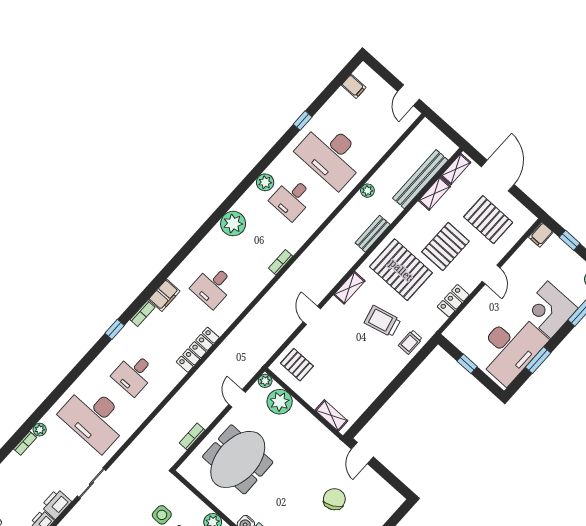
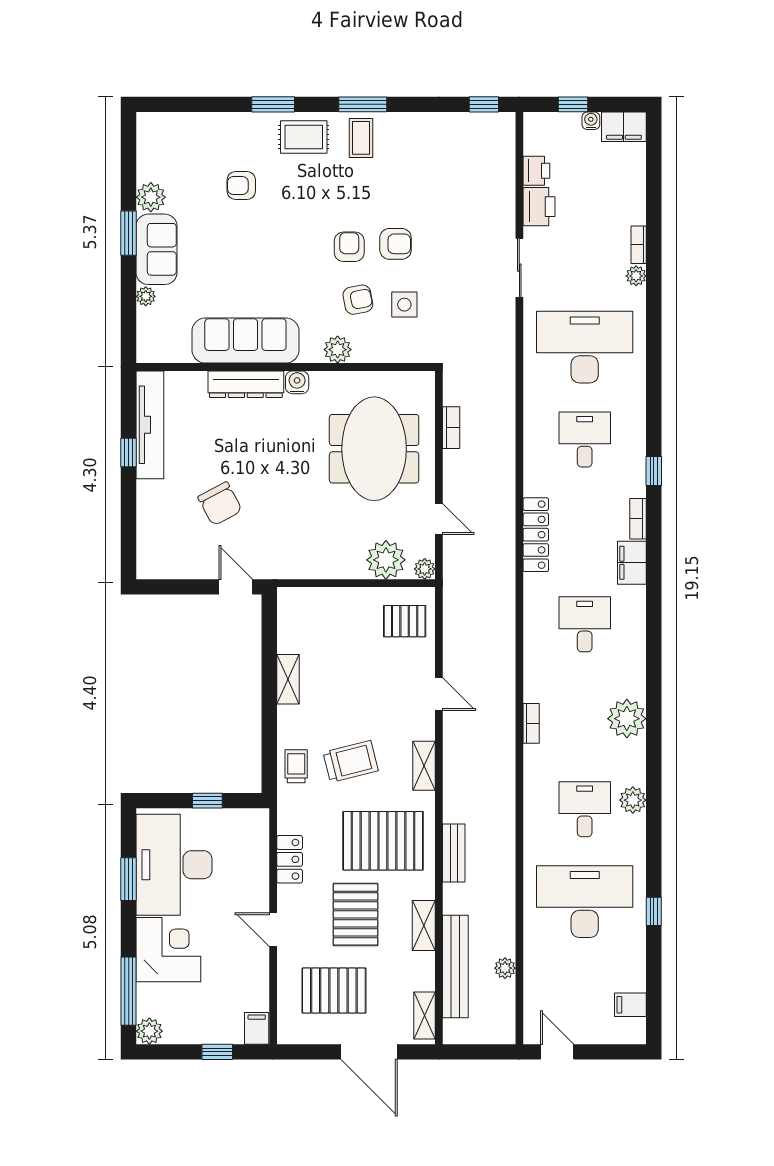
plant: (367, 191) -> (505, 968), moved
shelving: (435, 194) -> (424, 925), moved
shelving: (331, 415) -> (288, 679), moved, turned 90

